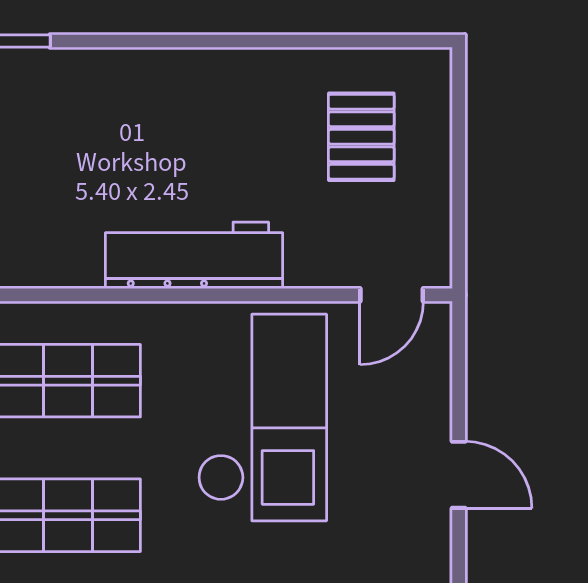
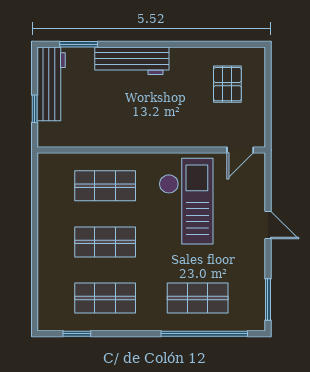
workbench: (194, 255) -> (132, 61), moved, turned 180

